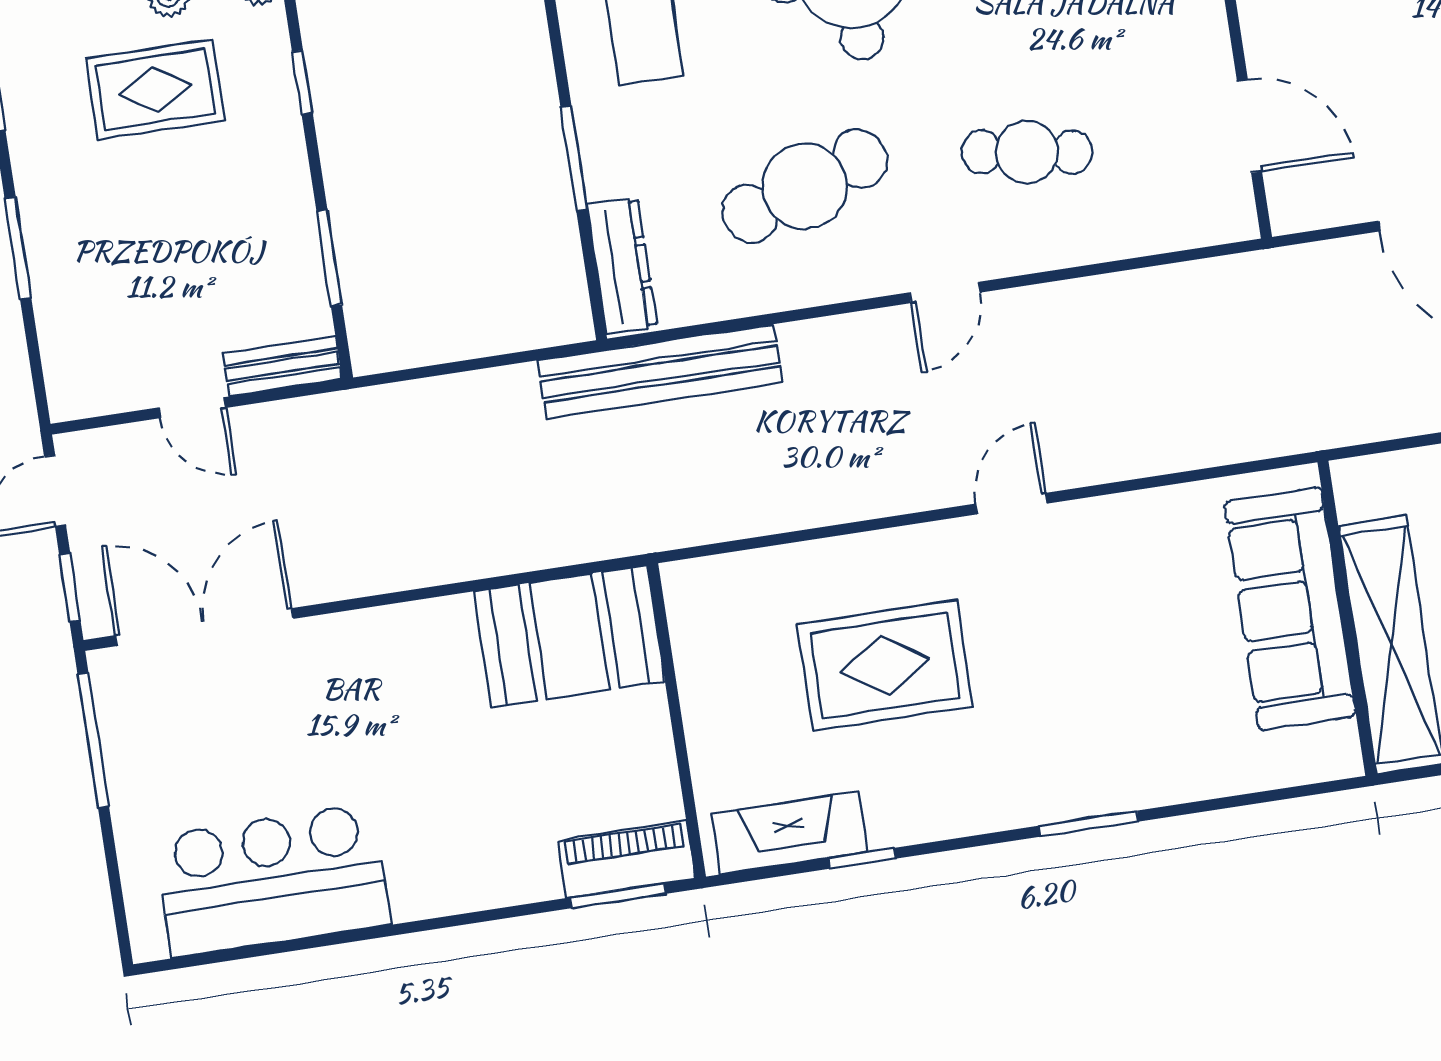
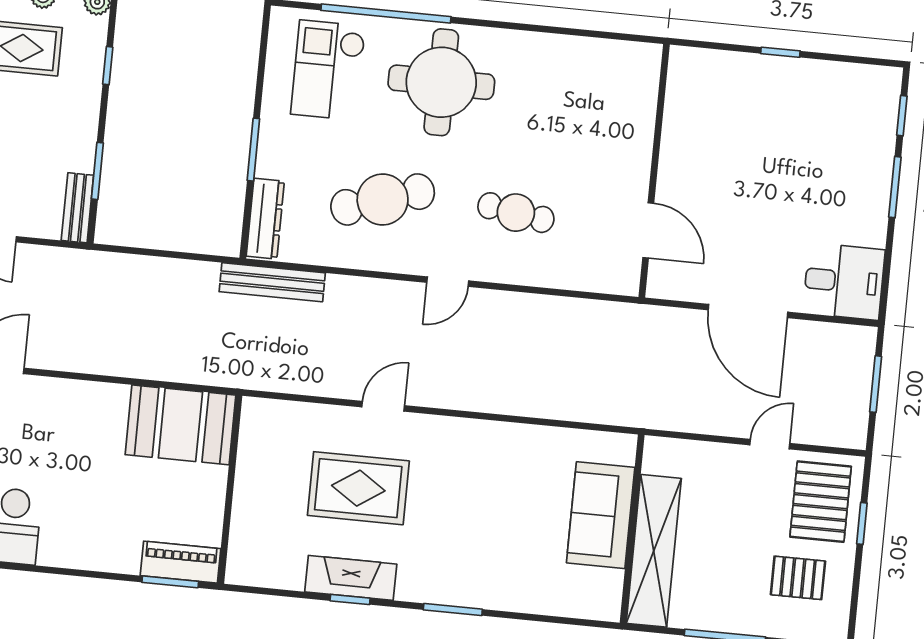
bench: (282, 366) -> (77, 208), moved, turned 90
bench: (660, 372) -> (272, 282), width x0.73, depth x0.82
door: (1011, 504) -> (383, 406), moved
sofa: (1290, 609) -> (601, 515), width x0.73
fireplace: (790, 833) -> (351, 578), moved
window: (862, 858) -> (350, 599), moved

